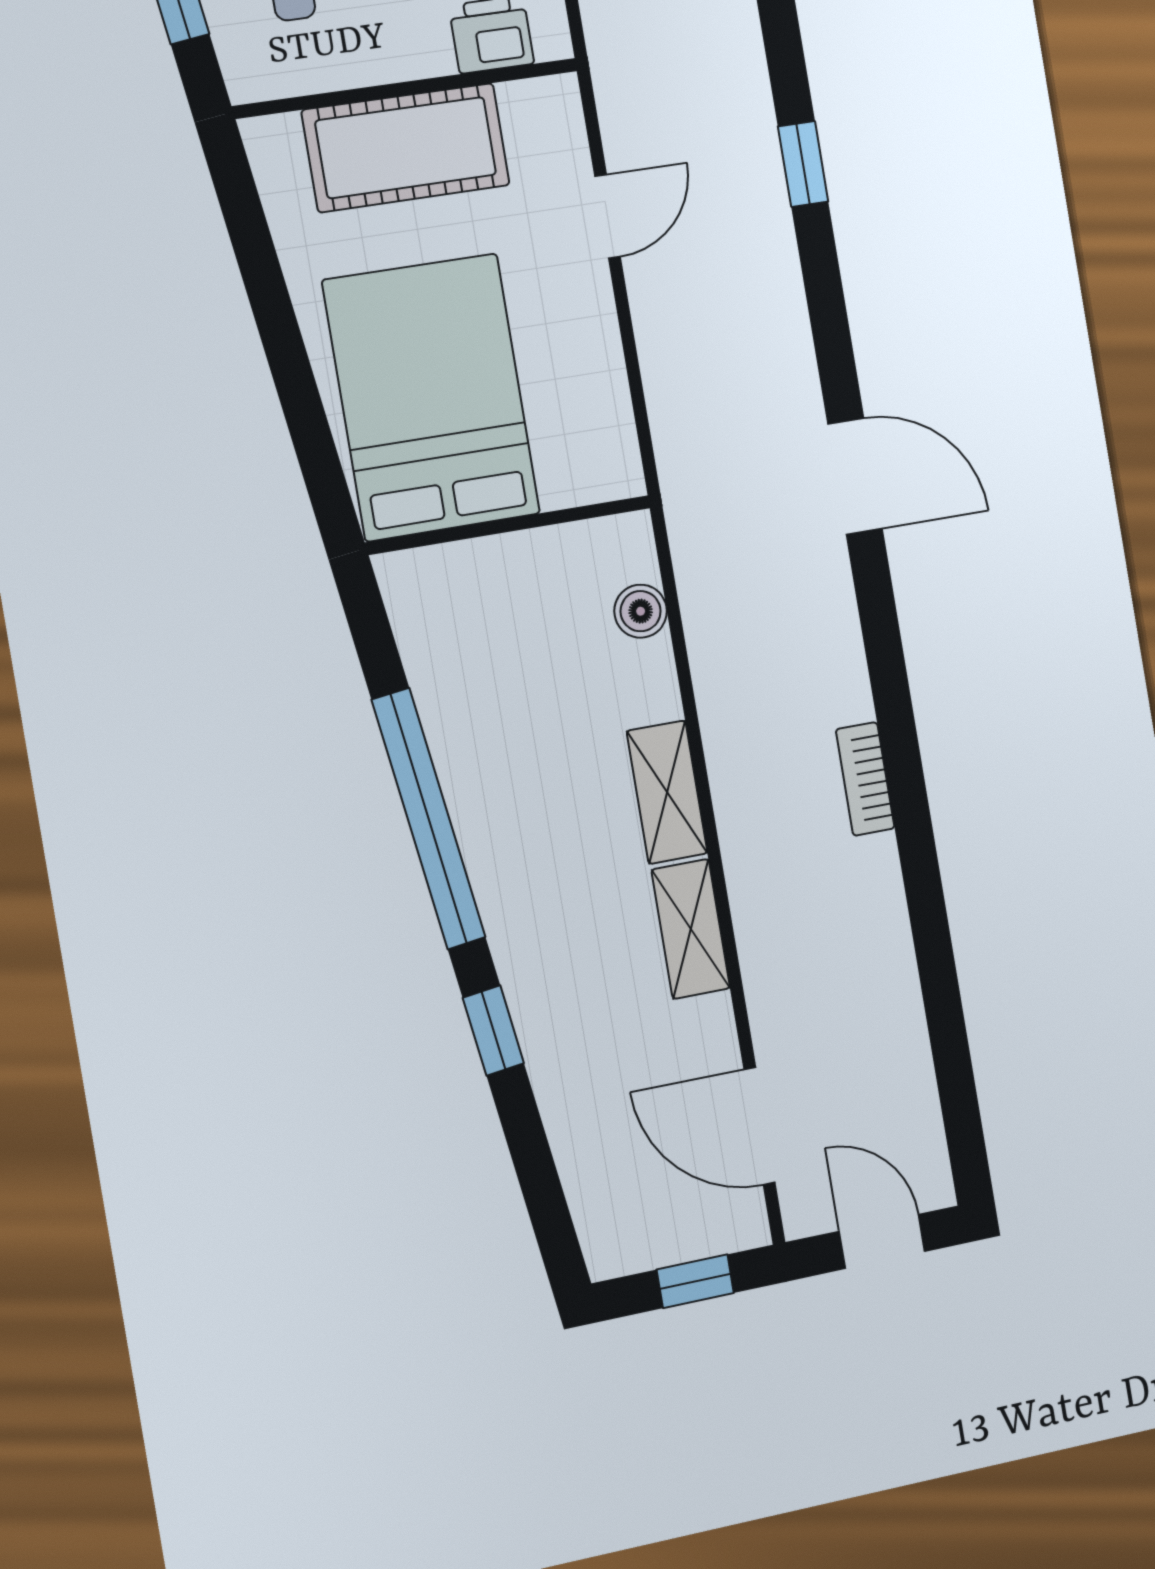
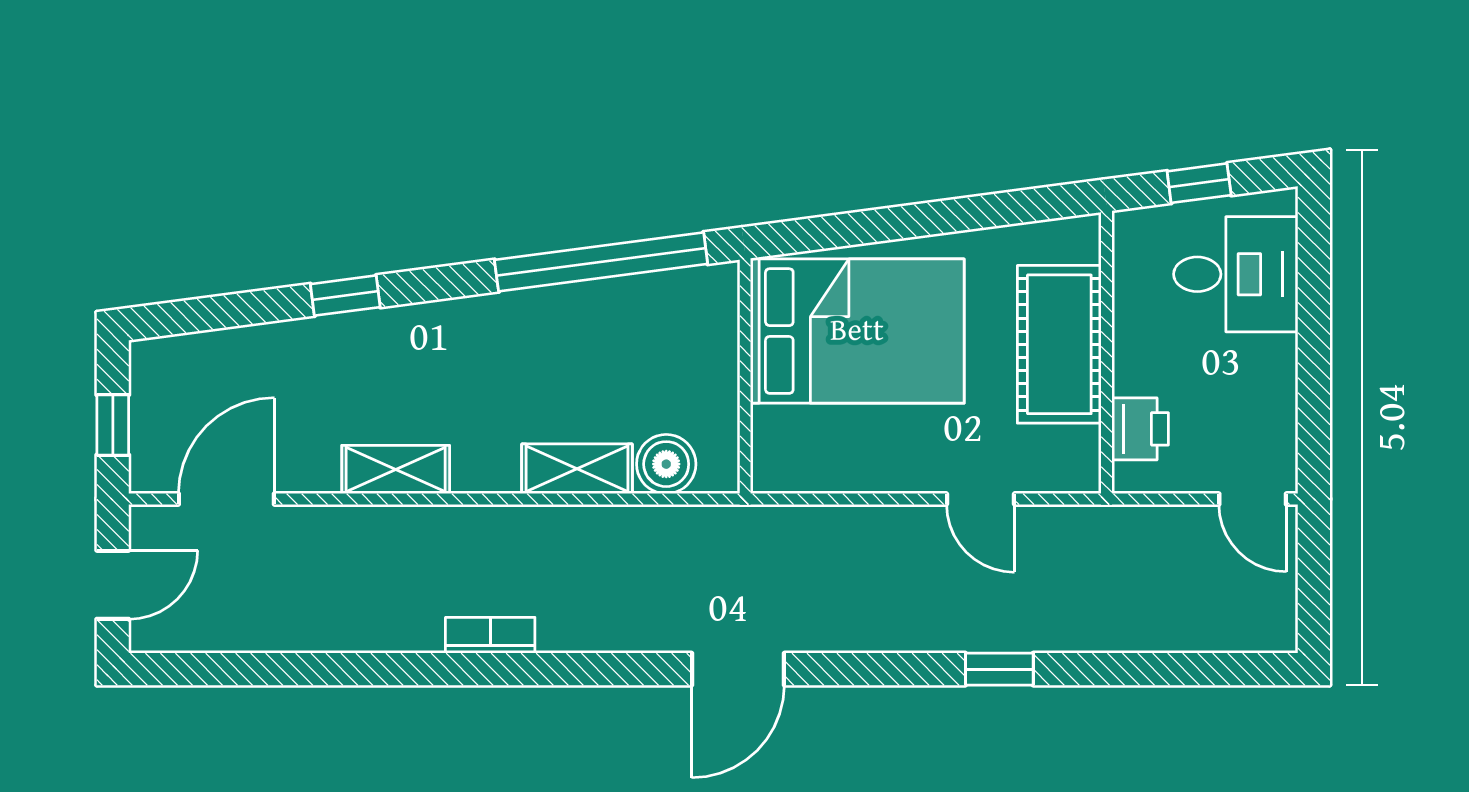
boiler: (641, 611) -> (666, 464), width x1.36, depth x1.36
shelving: (667, 792) -> (577, 469), moved
window: (429, 819) -> (601, 262), moved

